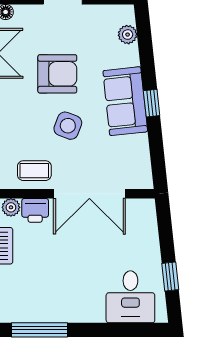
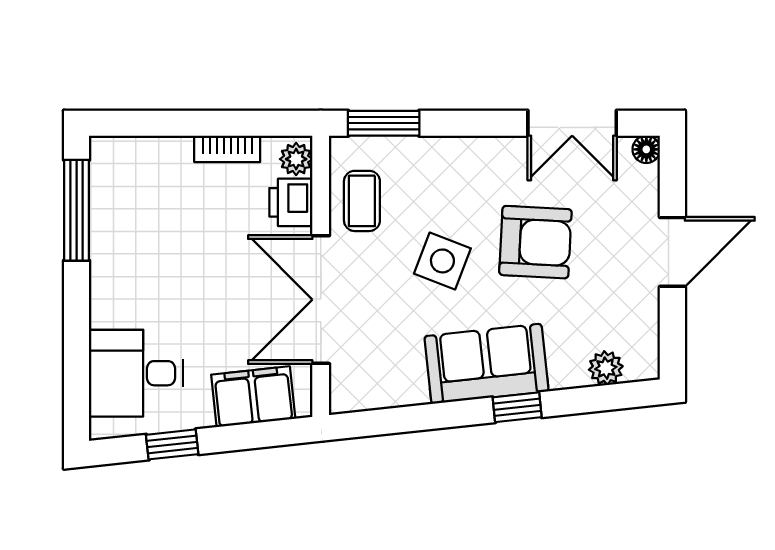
armchair: (57, 74) -> (535, 242), turned -87
window: (152, 103) -> (517, 407), moved
filing cabinet: (144, 231) -> (253, 397), added

